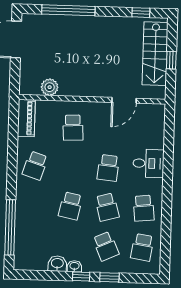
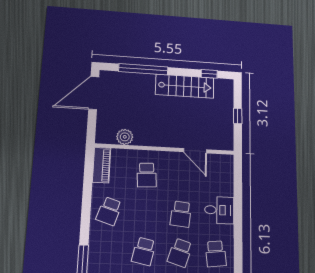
stairs: (155, 54) -> (185, 86), moved, turned -90
door: (124, 100) -> (195, 151), hinge flipped
school desk: (107, 207) -> (180, 253), turned 33

